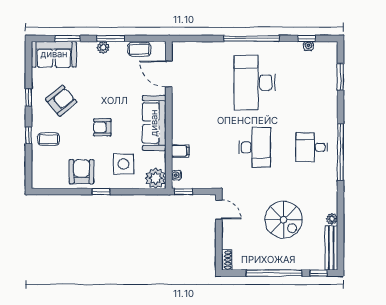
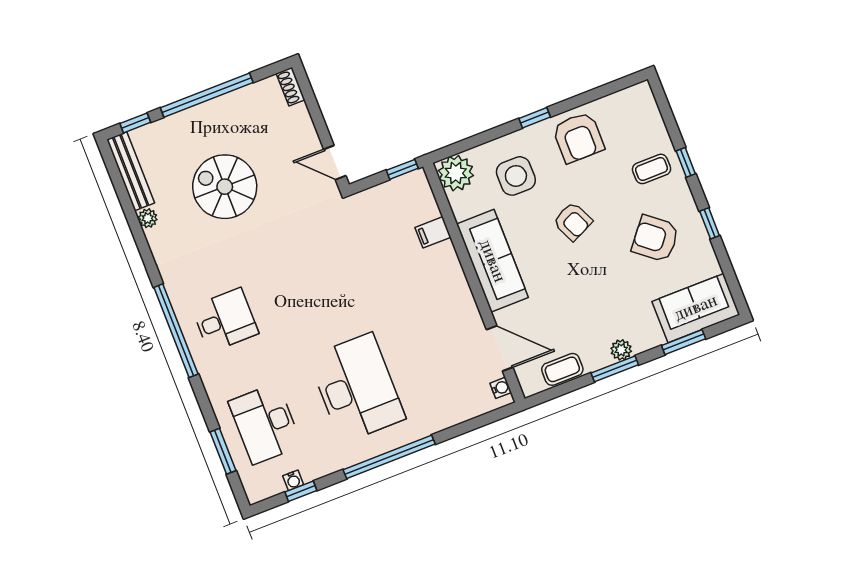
armchair: (61, 101) -> (655, 239), turned 79
armchair: (102, 127) -> (573, 221), turned 65
desk: (255, 147) -> (265, 424), moved
water cooler: (176, 175) -> (501, 388), moved

